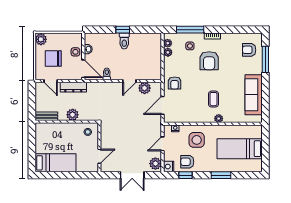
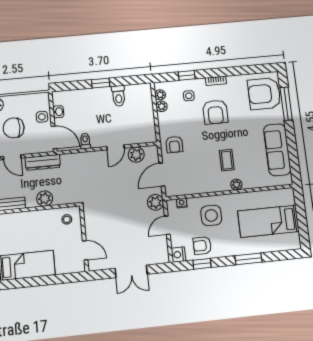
window: (190, 30) -> (187, 75), width x0.46
toilet: (124, 41) -> (118, 96), moved
armchair: (249, 50) -> (264, 94), width x1.88, depth x1.88
door: (99, 156) -> (85, 250), hinge flipped
plant: (155, 164) -> (155, 202), moved

